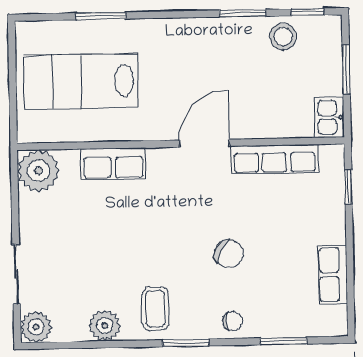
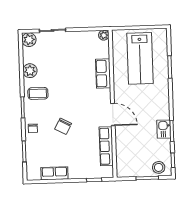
stool: (283, 37) -> (159, 167), moved
lab bench: (81, 81) -> (140, 58), turned 180
kitchen sink: (329, 117) -> (164, 129), moved, turned -90
plant: (39, 171) -> (104, 35), width x0.53, depth x0.53

